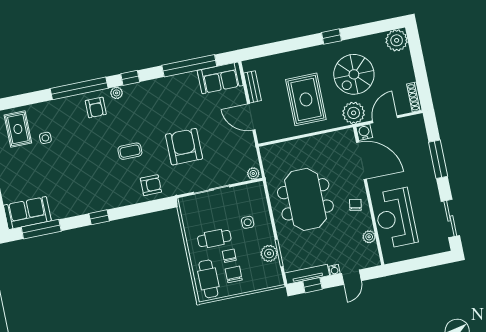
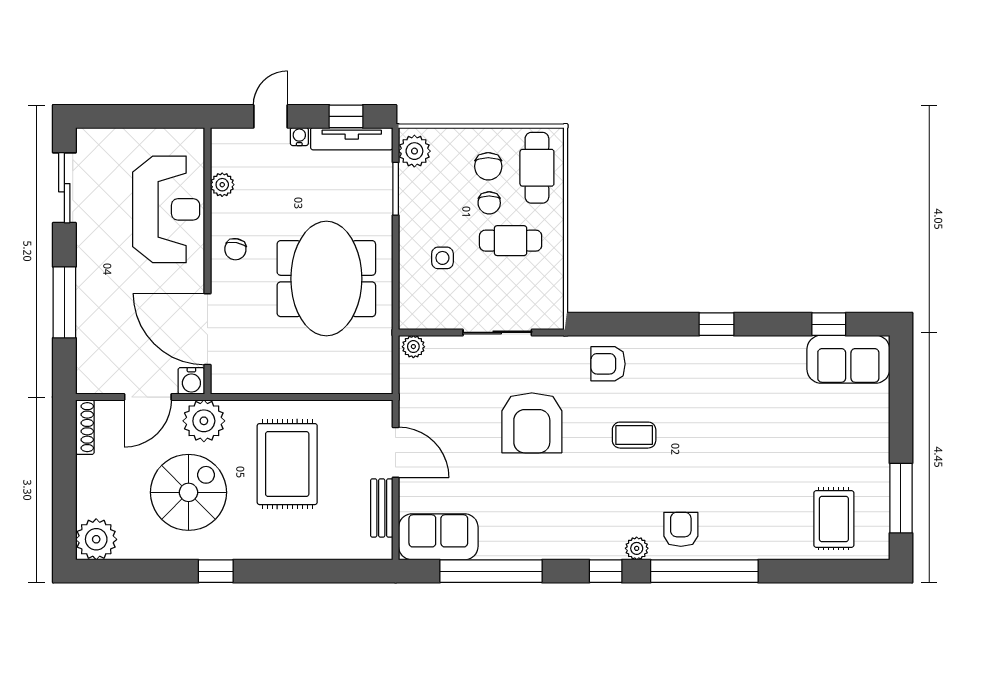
side table: (45, 138) -> (786, 492), removed
window: (41, 229) -> (829, 324), width x0.46
plant: (269, 253) -> (414, 151), moved

